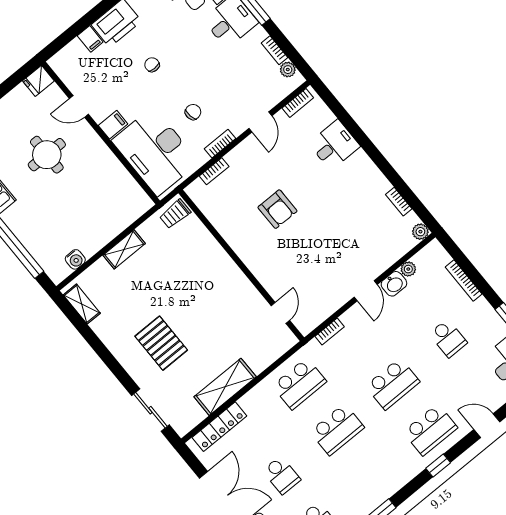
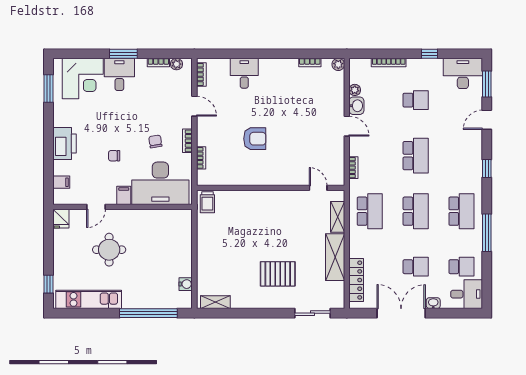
filing cabinet: (90, 39) -> (61, 182), moved
chair: (152, 65) -> (114, 156), moved
shelving: (124, 249) -> (338, 217), moved
school desk: (430, 430) -> (461, 211), moved

